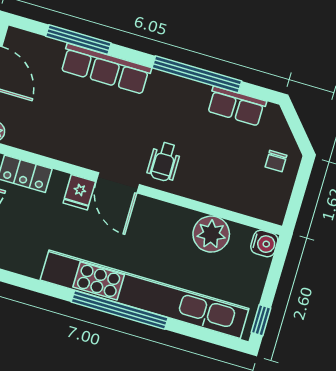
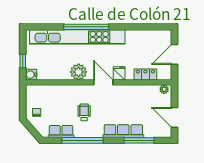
wheelchair: (164, 162) -> (84, 112), moved
plant: (211, 234) -> (79, 72), moved
window: (261, 320) -> (23, 61), moved

